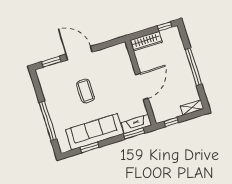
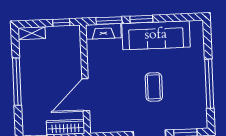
door: (142, 86) -> (86, 95), moved
window: (48, 121) -> (209, 84), moved
window: (90, 147) -> (141, 19), moved

